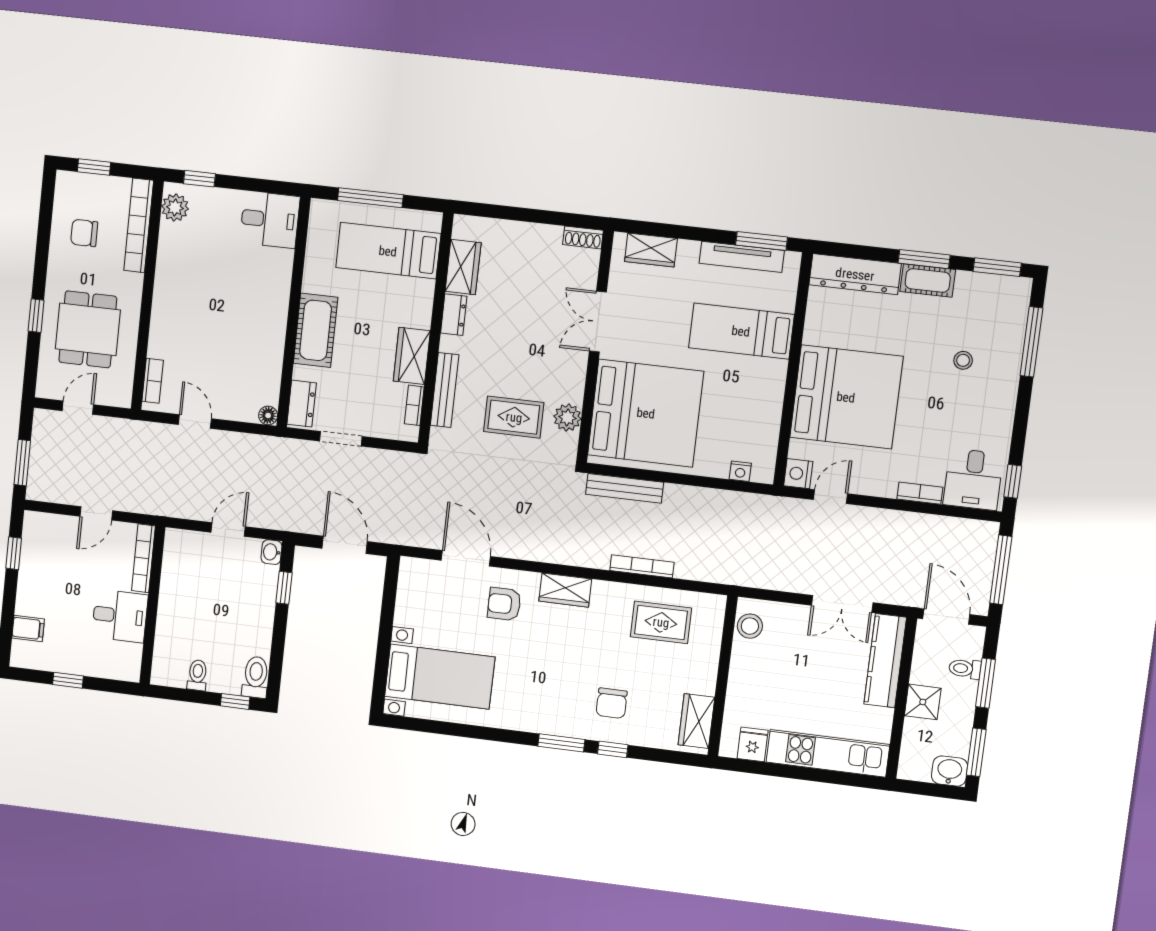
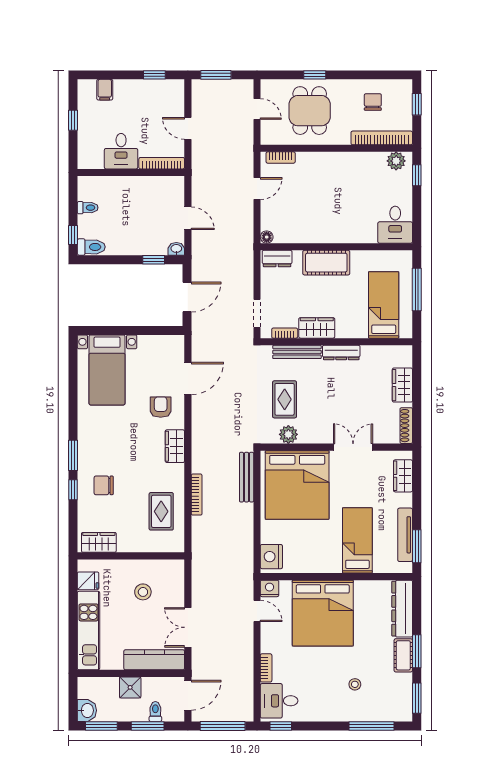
shoe rack: (583, 237) -> (406, 426), width x1.43
wardrobe: (463, 267) -> (402, 385), moved, turned 90
dresser: (454, 315) -> (341, 352), width x1.44
dining table: (88, 329) -> (310, 111), turned 90
doorway: (341, 439) -> (257, 313), moved
nightstand: (740, 471) -> (271, 557), width x1.89, depth x1.79
stool: (750, 626) -> (143, 592), moved

